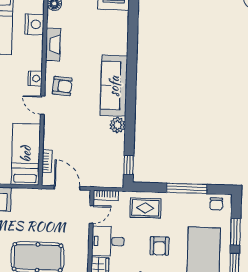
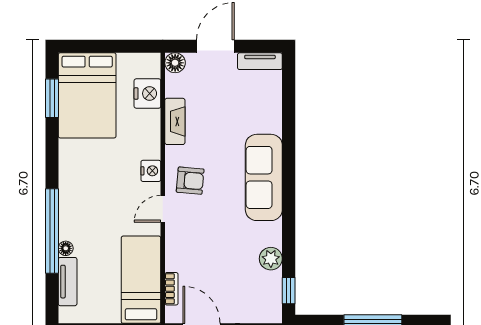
door: (43, 105) -> (163, 209), hinge flipped
plant: (117, 125) -> (271, 259), moved

